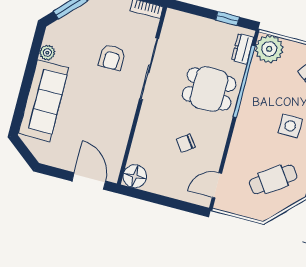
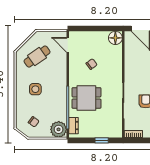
window: (227, 19) -> (102, 140), moved
door: (217, 185) -> (68, 45), swing flipped

